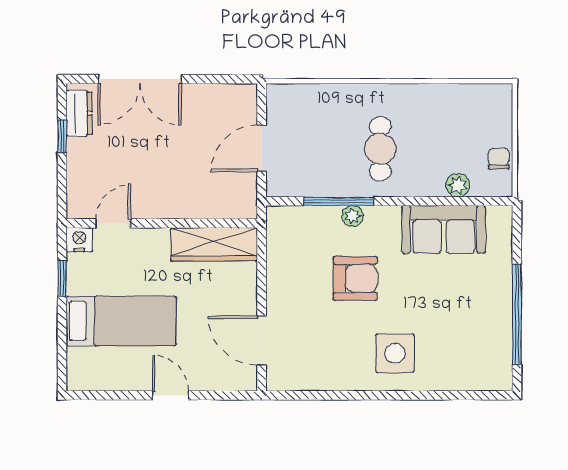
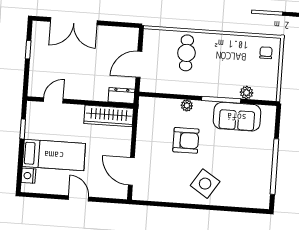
dresser: (79, 113) -> (121, 96), moved, turned -90
cafe table: (380, 149) -> (186, 53), moved
chair: (499, 159) -> (266, 53), moved
window: (339, 201) -> (221, 100), moved
nightstand: (79, 240) -> (28, 176), moved, turned -90
side table: (395, 353) -> (205, 184), turned 33

